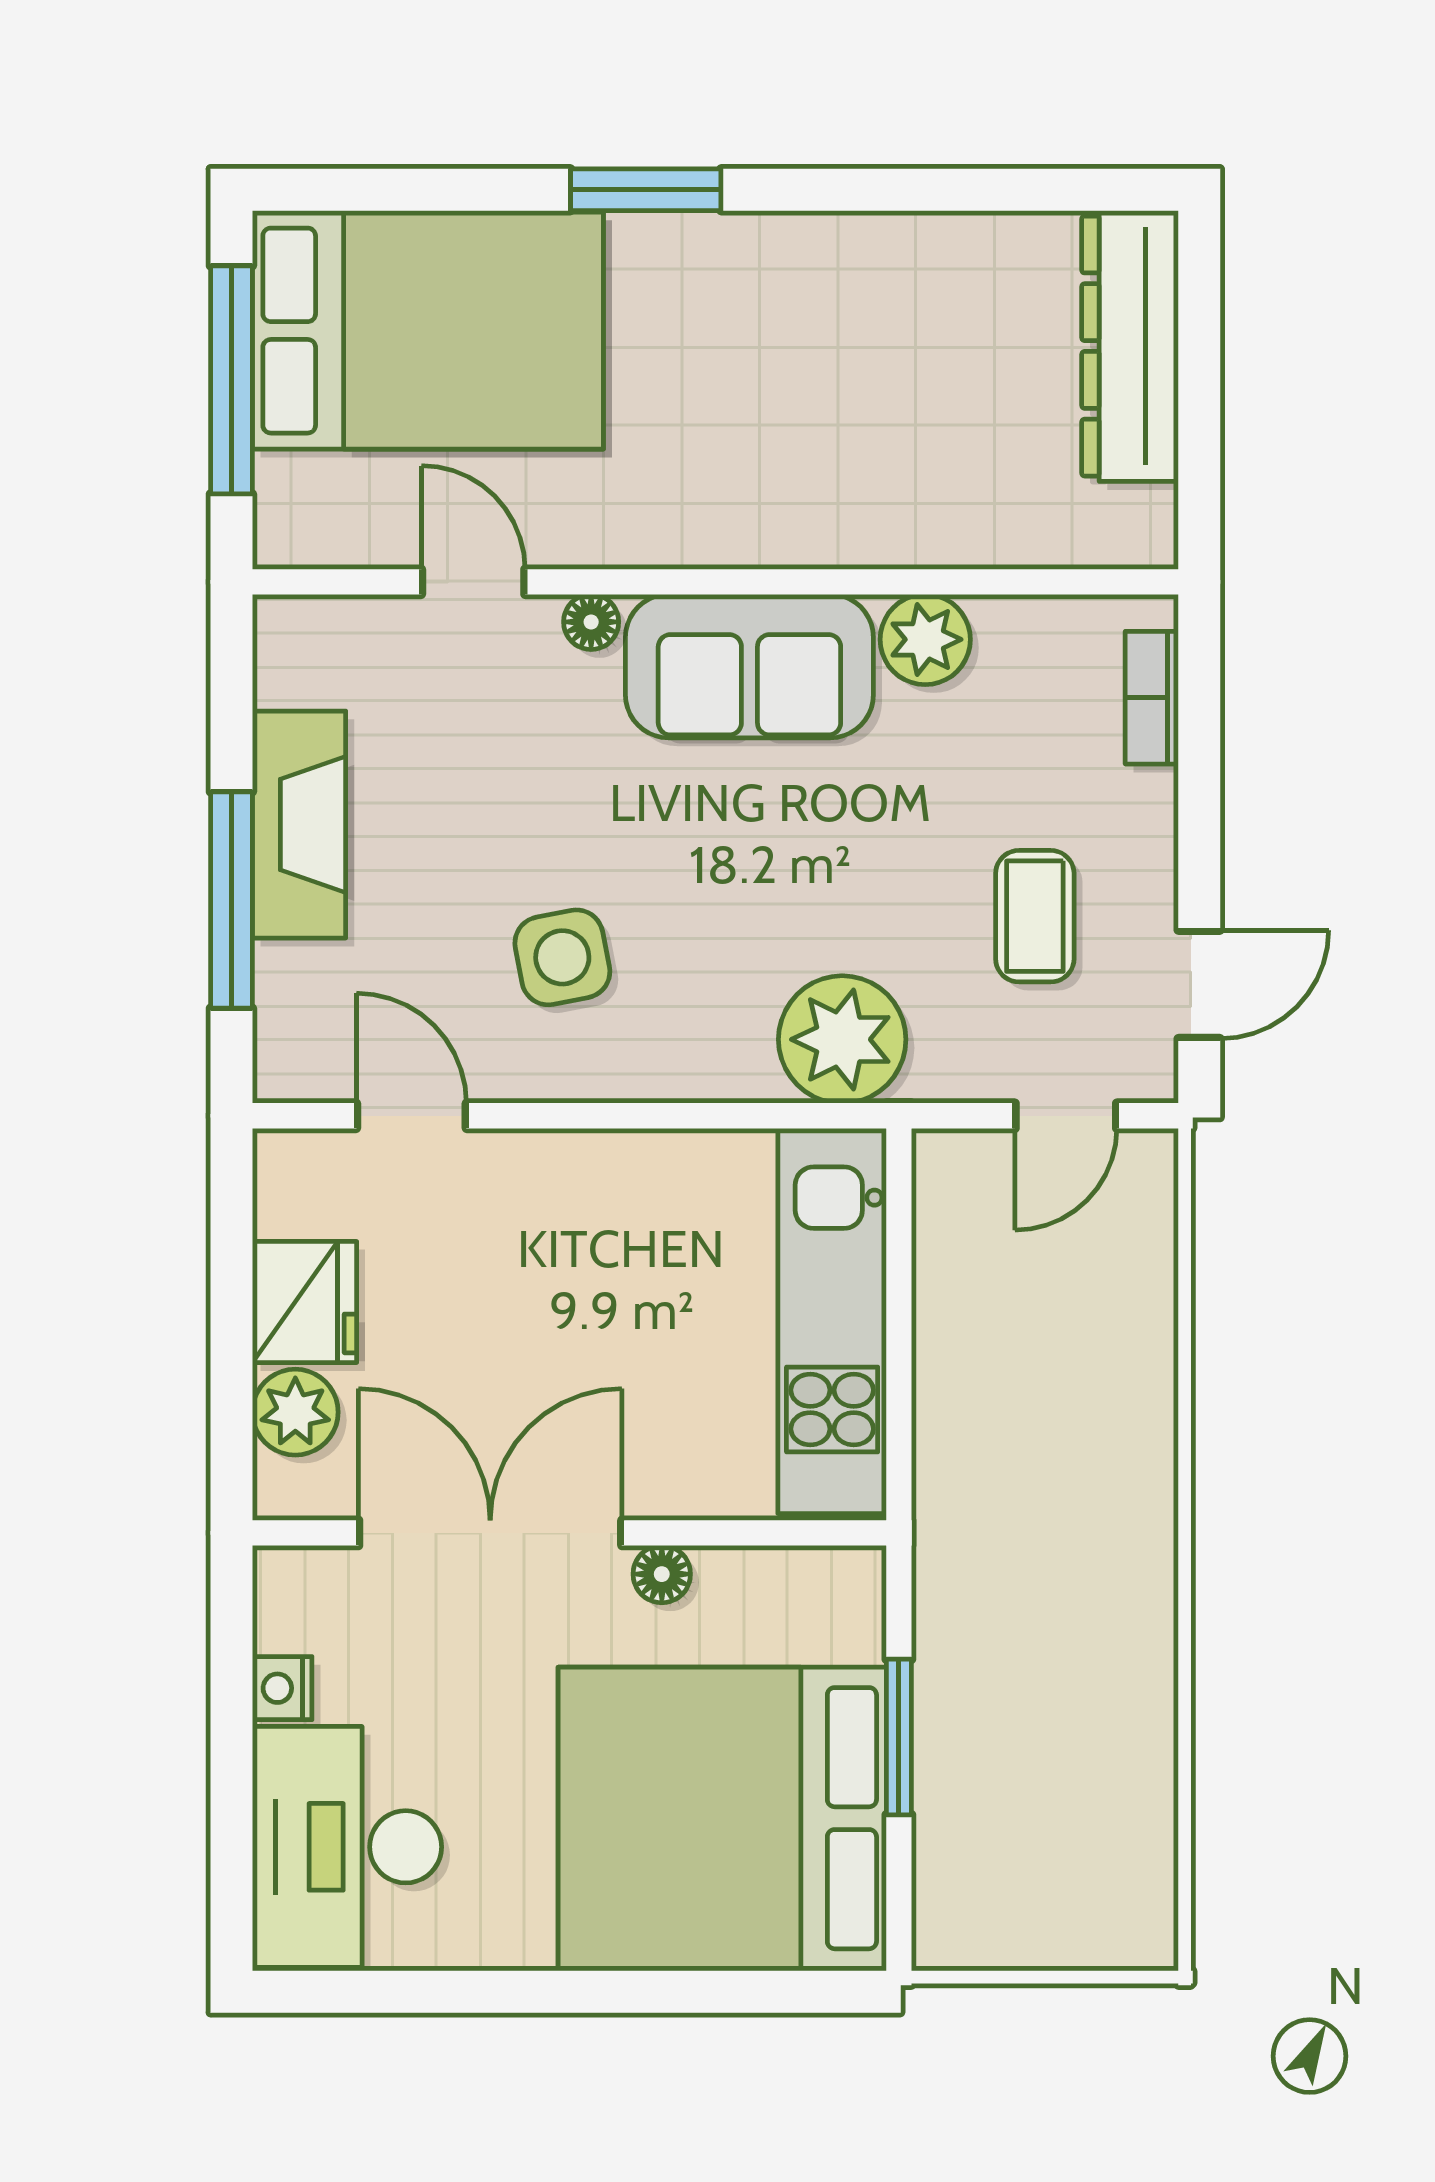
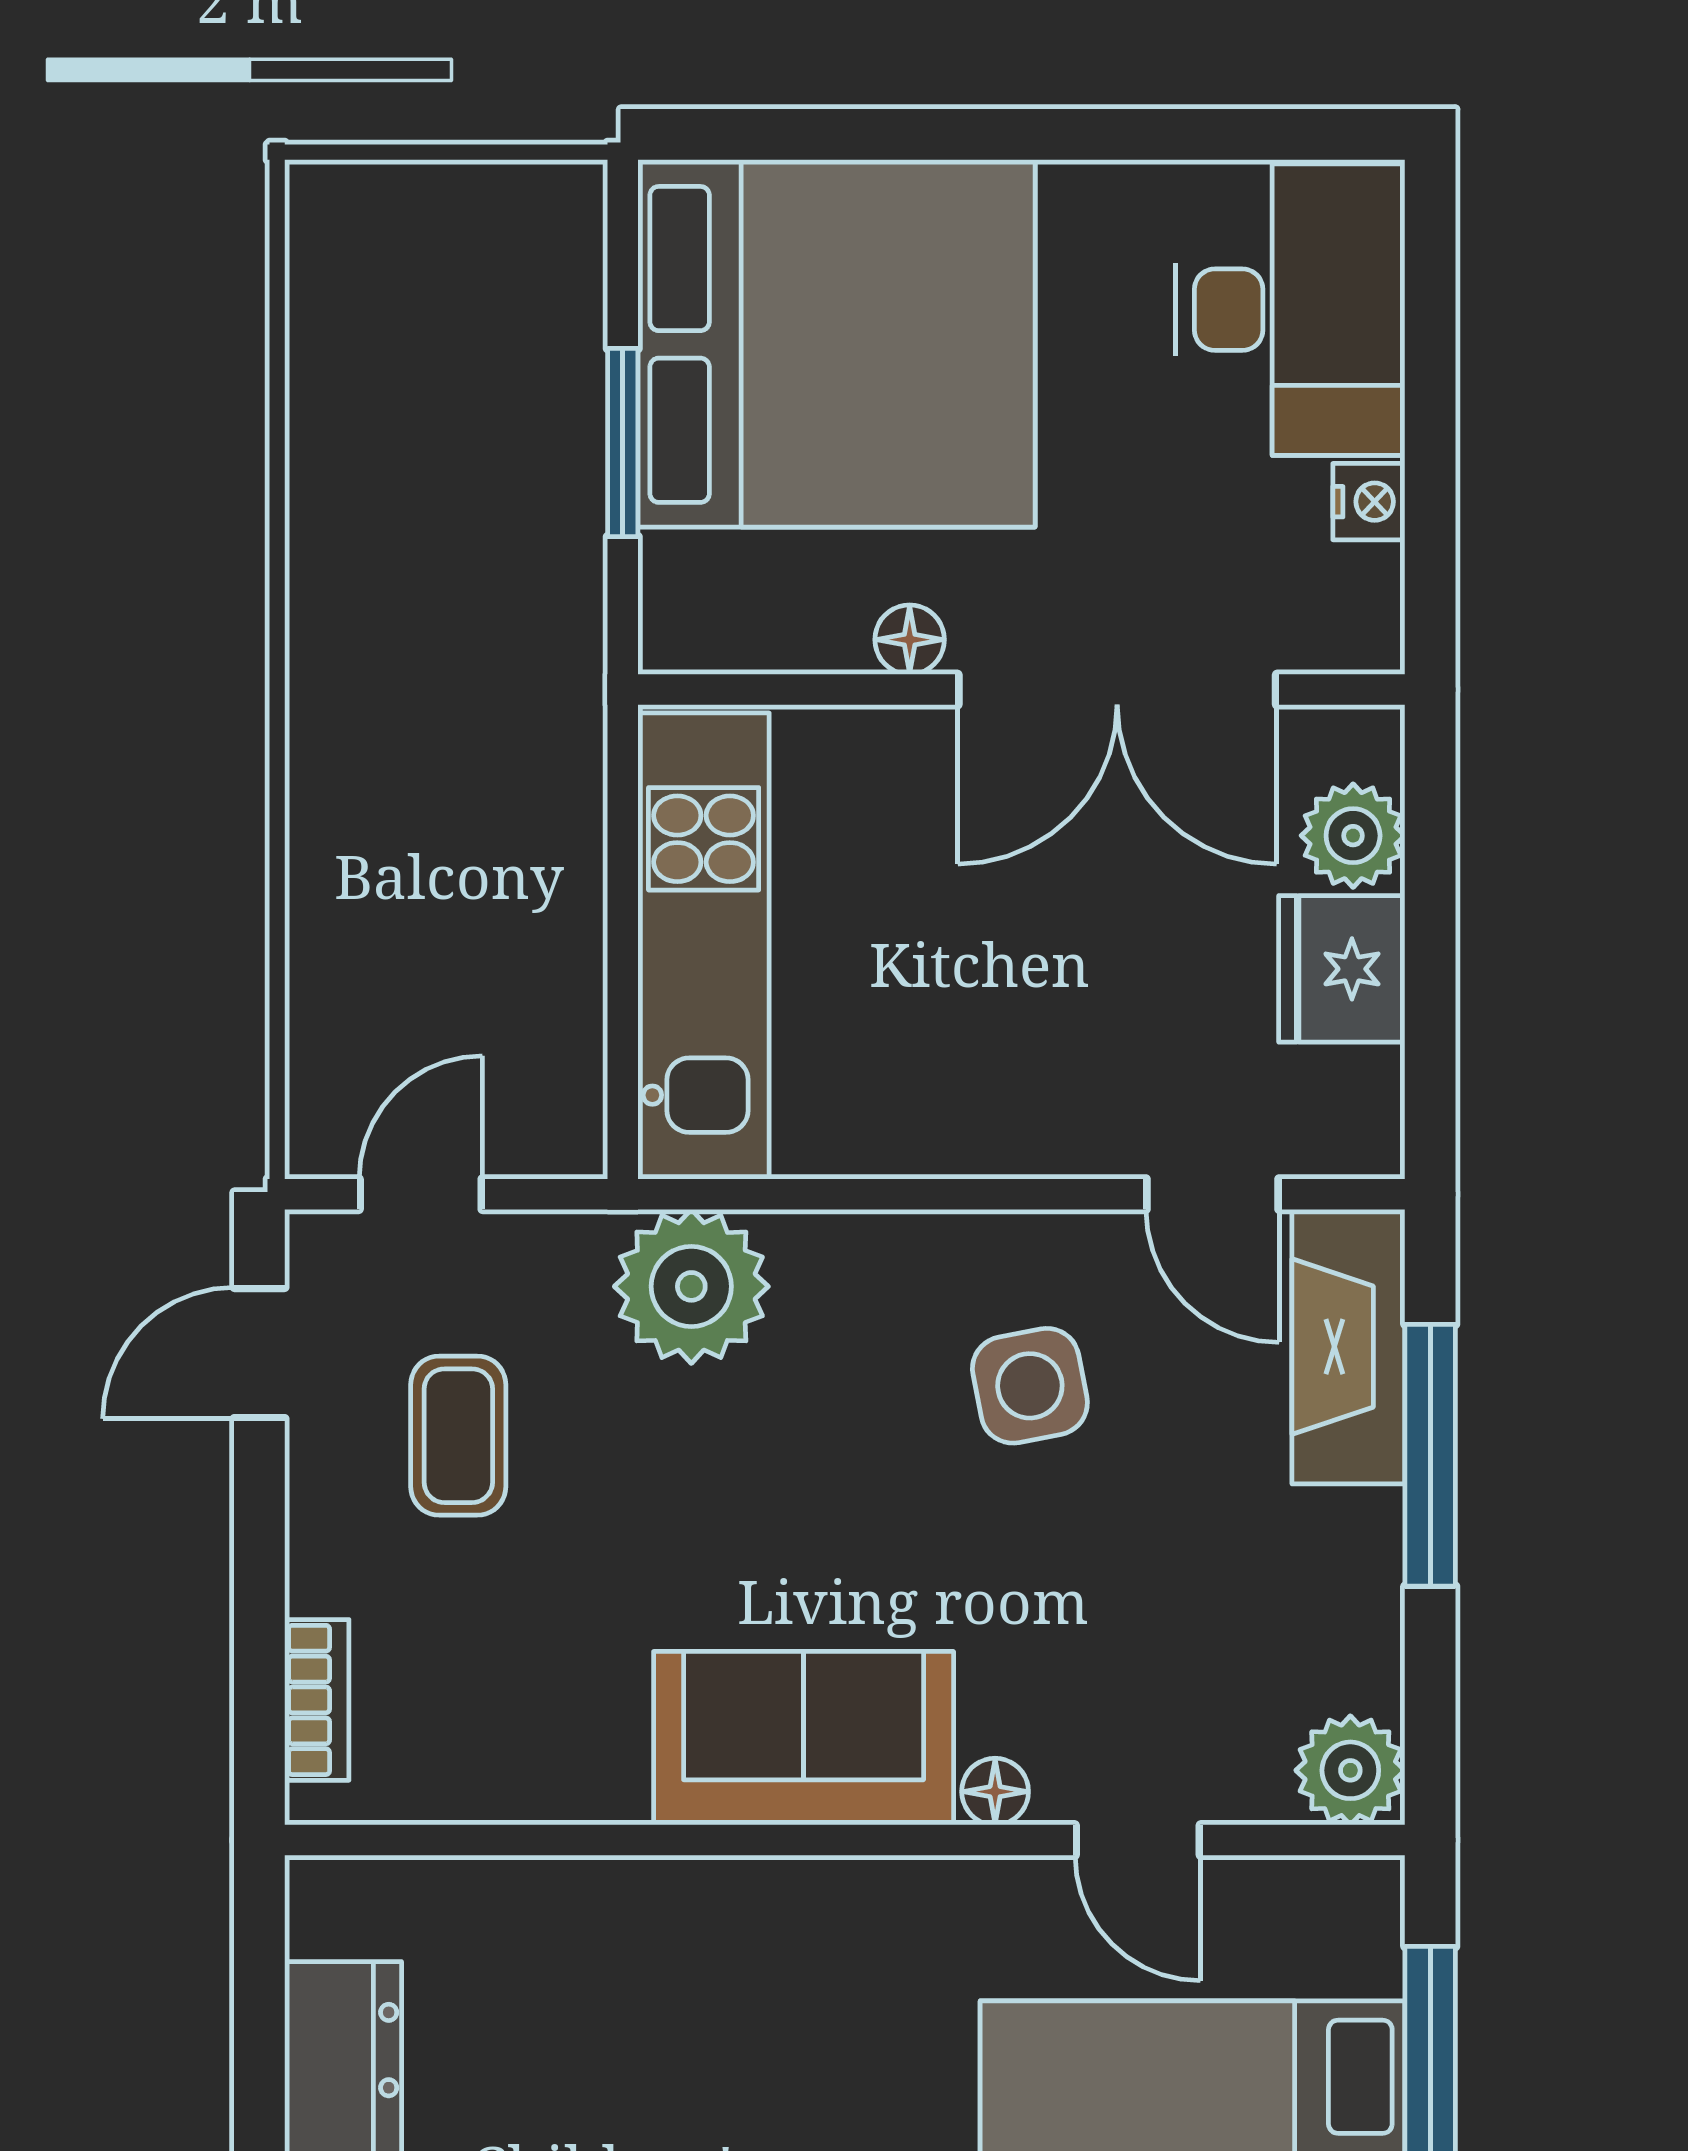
plant: (925, 639) -> (1350, 1770), moved
fireplace: (299, 825) -> (1348, 1347), moved

